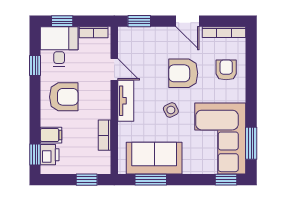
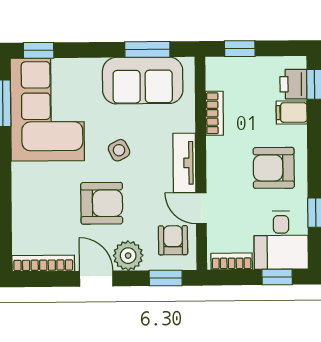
plant: (165, 37) -> (128, 256), added
armchair: (226, 70) -> (173, 240), moved, turned 180

